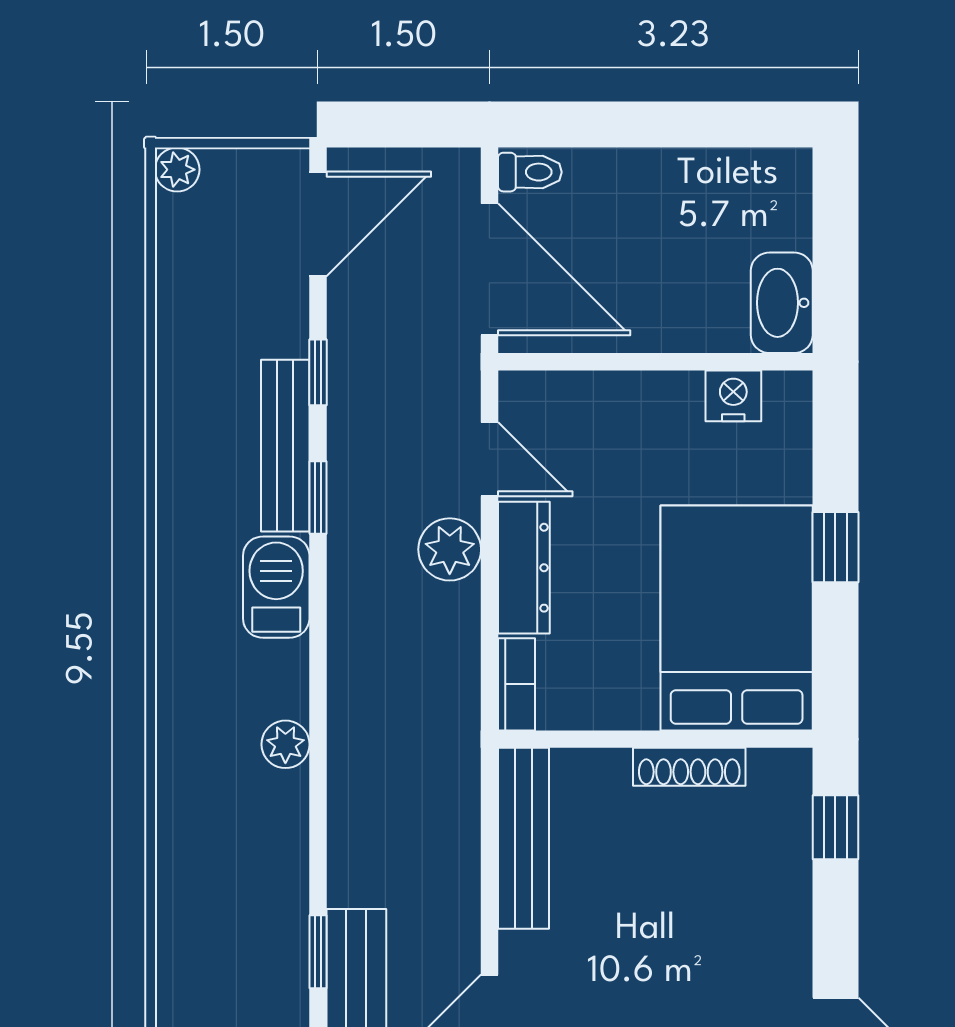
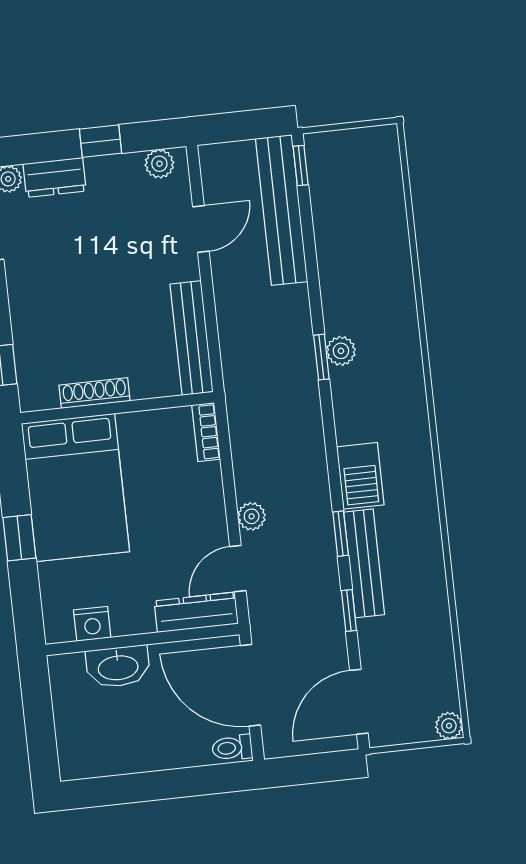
washbasin: (782, 303) -> (118, 667), moved, turned 90
door: (489, 459) -> (238, 569), hinge flipped
plant: (450, 549) -> (252, 516), width x0.73, depth x0.73
dresser: (524, 568) -> (196, 612), moved, turned 90
plant: (285, 744) -> (341, 351), moved
window: (318, 952) -> (321, 357), moved

